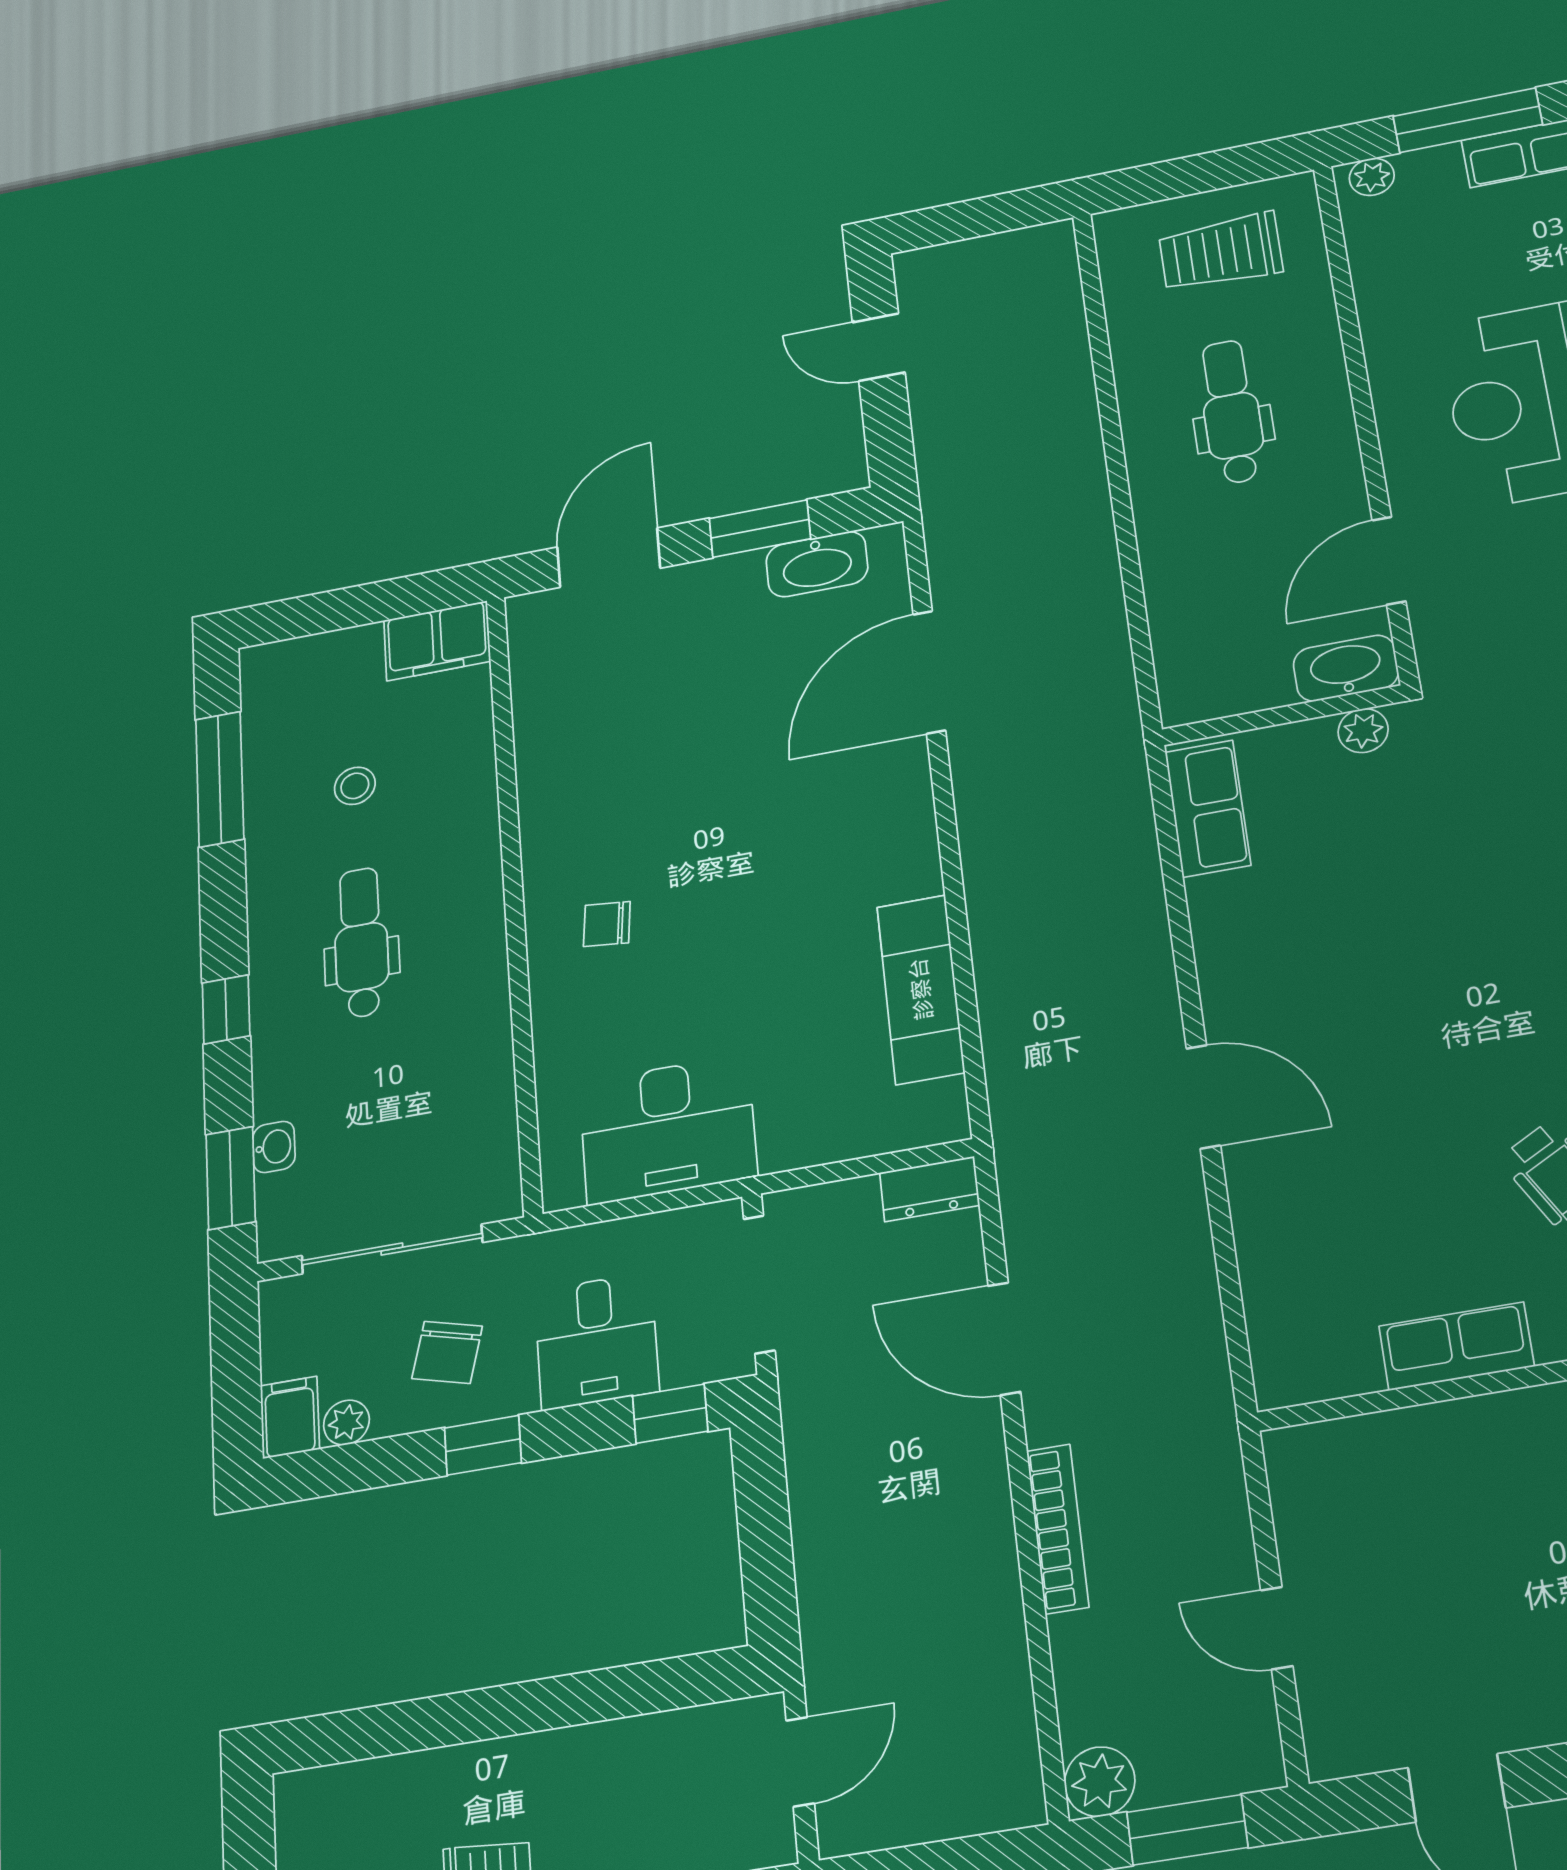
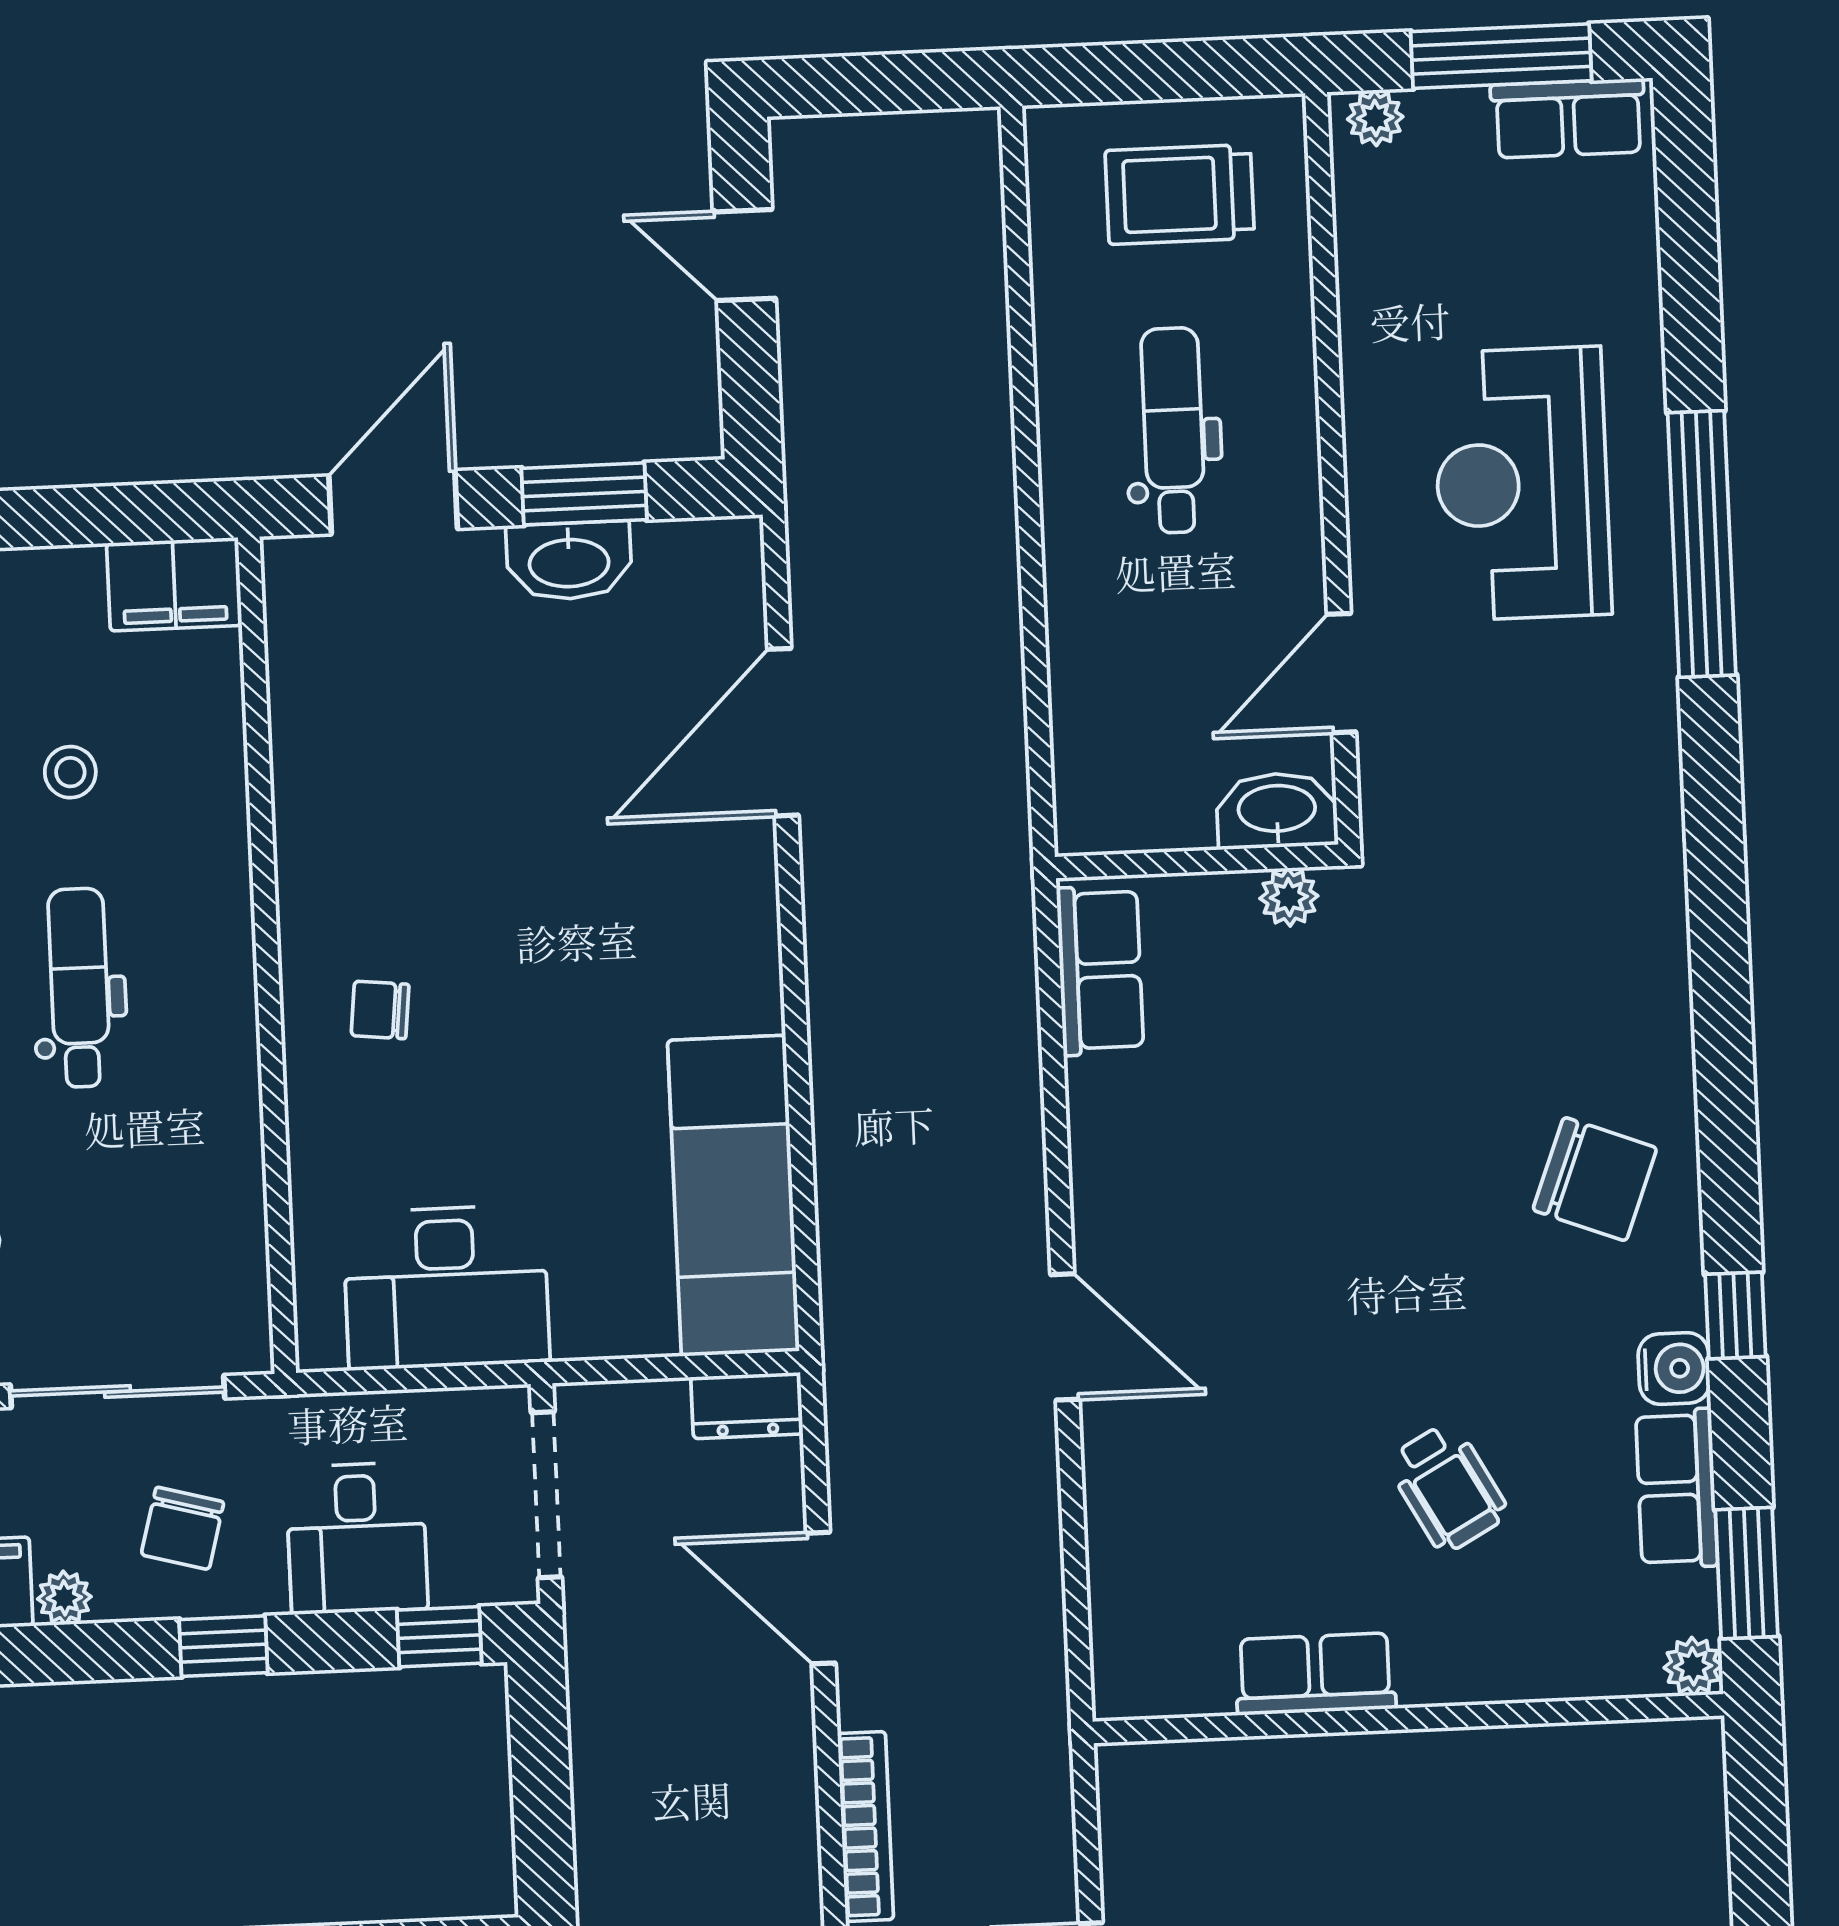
washbasin: (817, 564) -> (569, 561), moved
exam couch: (921, 989) -> (733, 1196), width x1.36, depth x1.45

